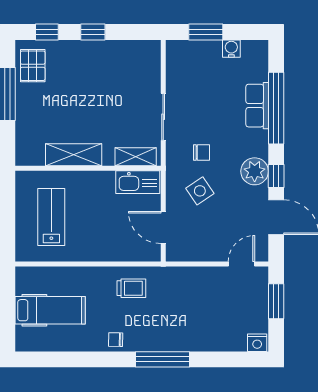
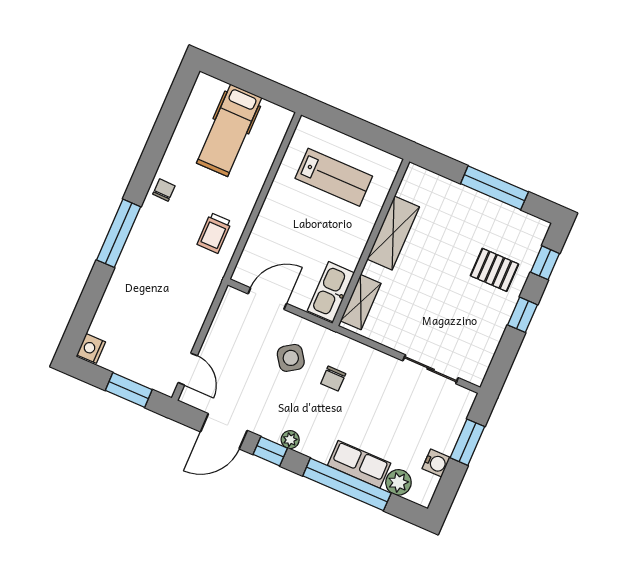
pallet: (33, 66) -> (494, 270), moved
plant: (258, 70) -> (398, 482), added
sliding door: (163, 117) -> (431, 369), moved
plant: (255, 171) -> (290, 440), width x0.53, depth x0.53

